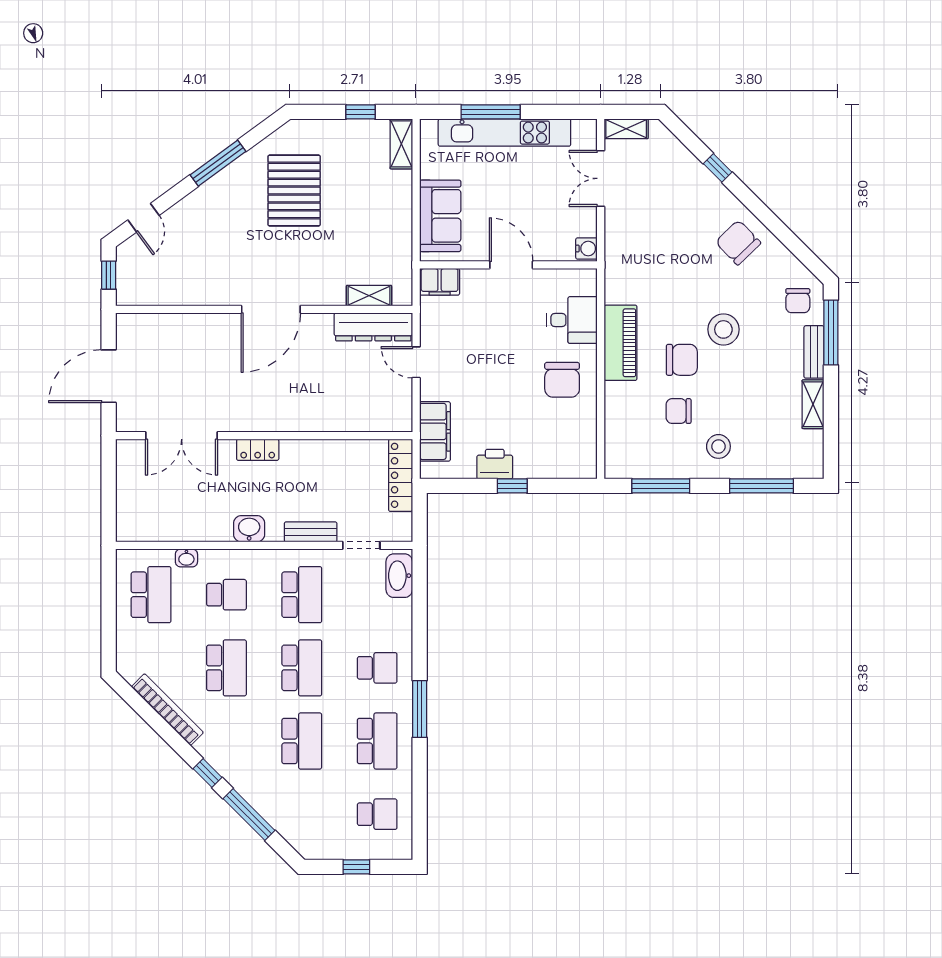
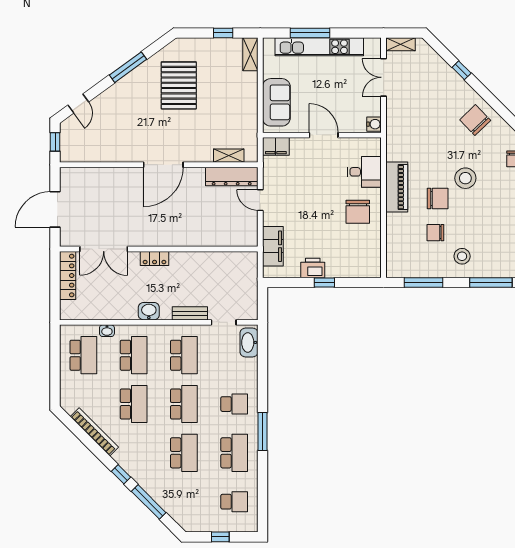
locker: (401, 475) -> (68, 276), moved, turned 180
school desk: (226, 595) -> (134, 355), width x1.85

